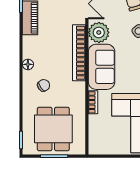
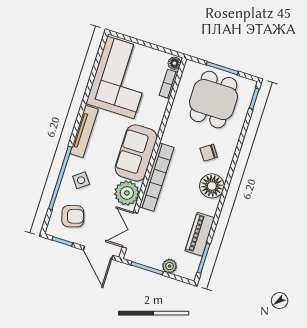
floor lamp: (28, 64) -> (212, 186), width x1.89, depth x1.89
bookcase: (93, 102) -> (169, 84), moved
floor lamp: (94, 148) -> (174, 63), added

